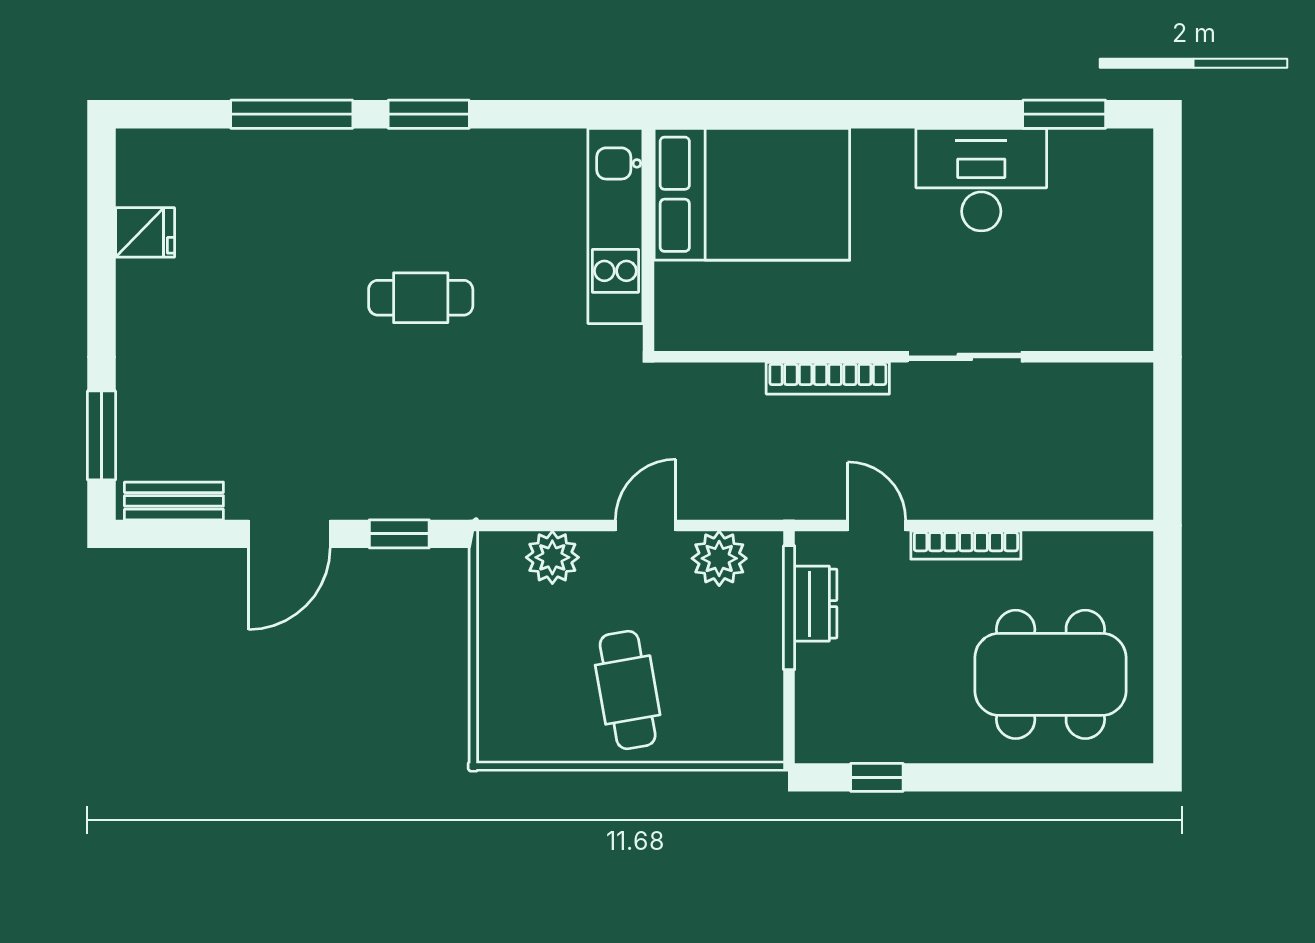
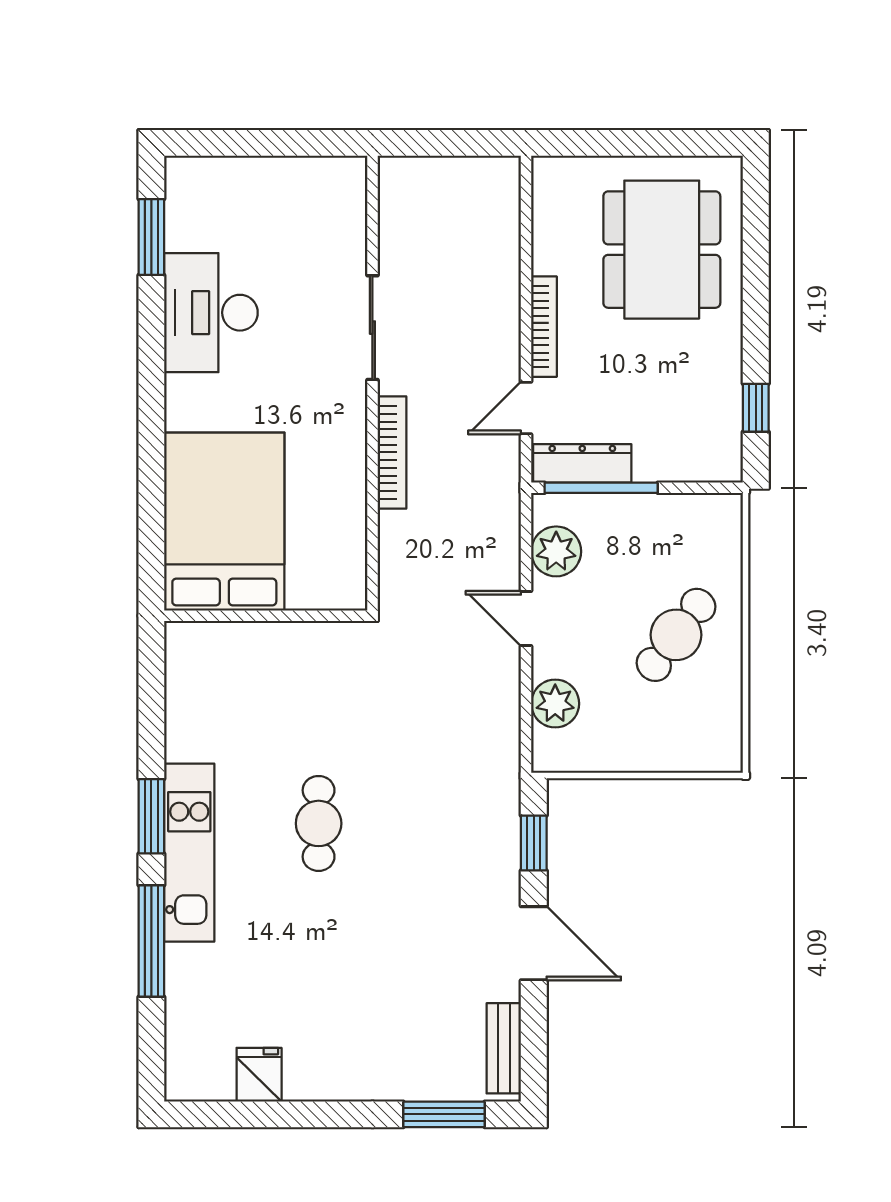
kitchen unit: (615, 226) -> (189, 853), moved, turned -90
dresser: (816, 604) -> (582, 463), width x1.44
cafe table: (628, 690) -> (676, 635), turned -43

